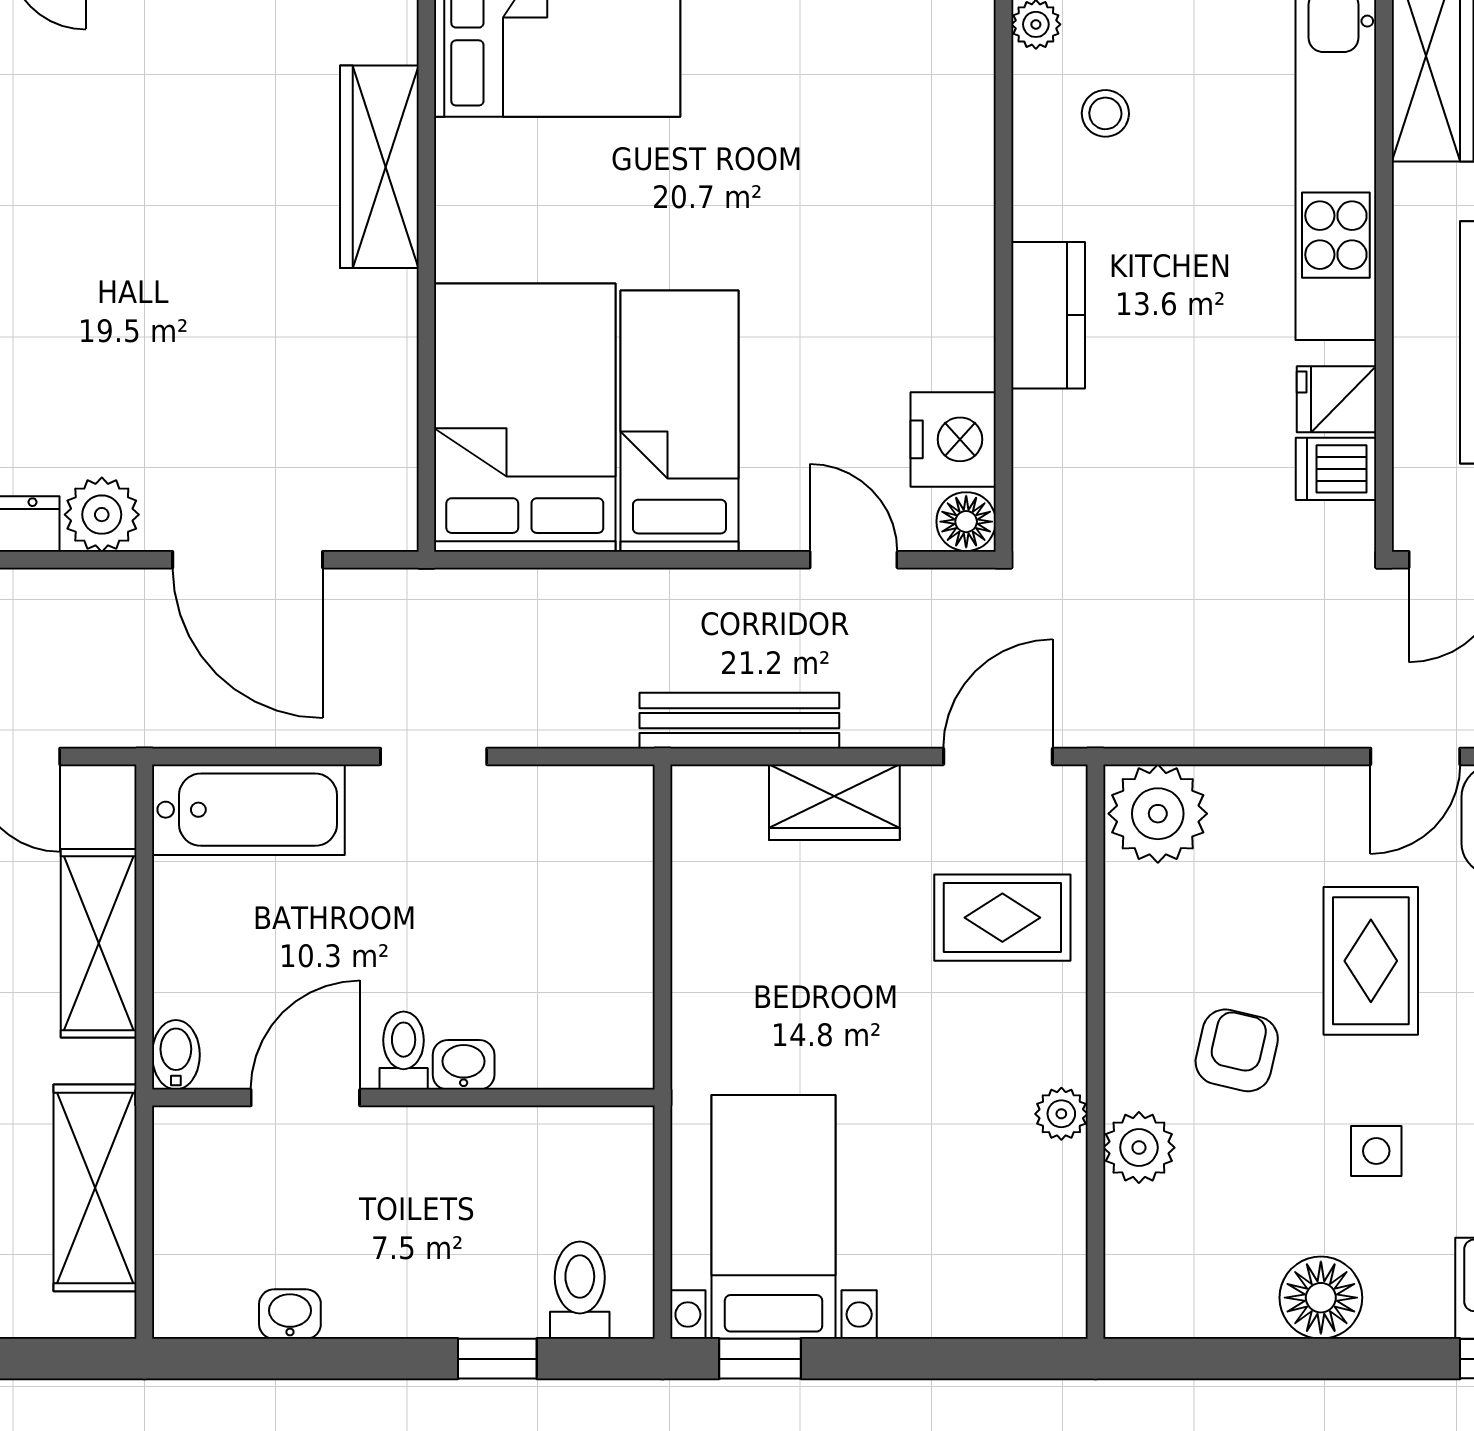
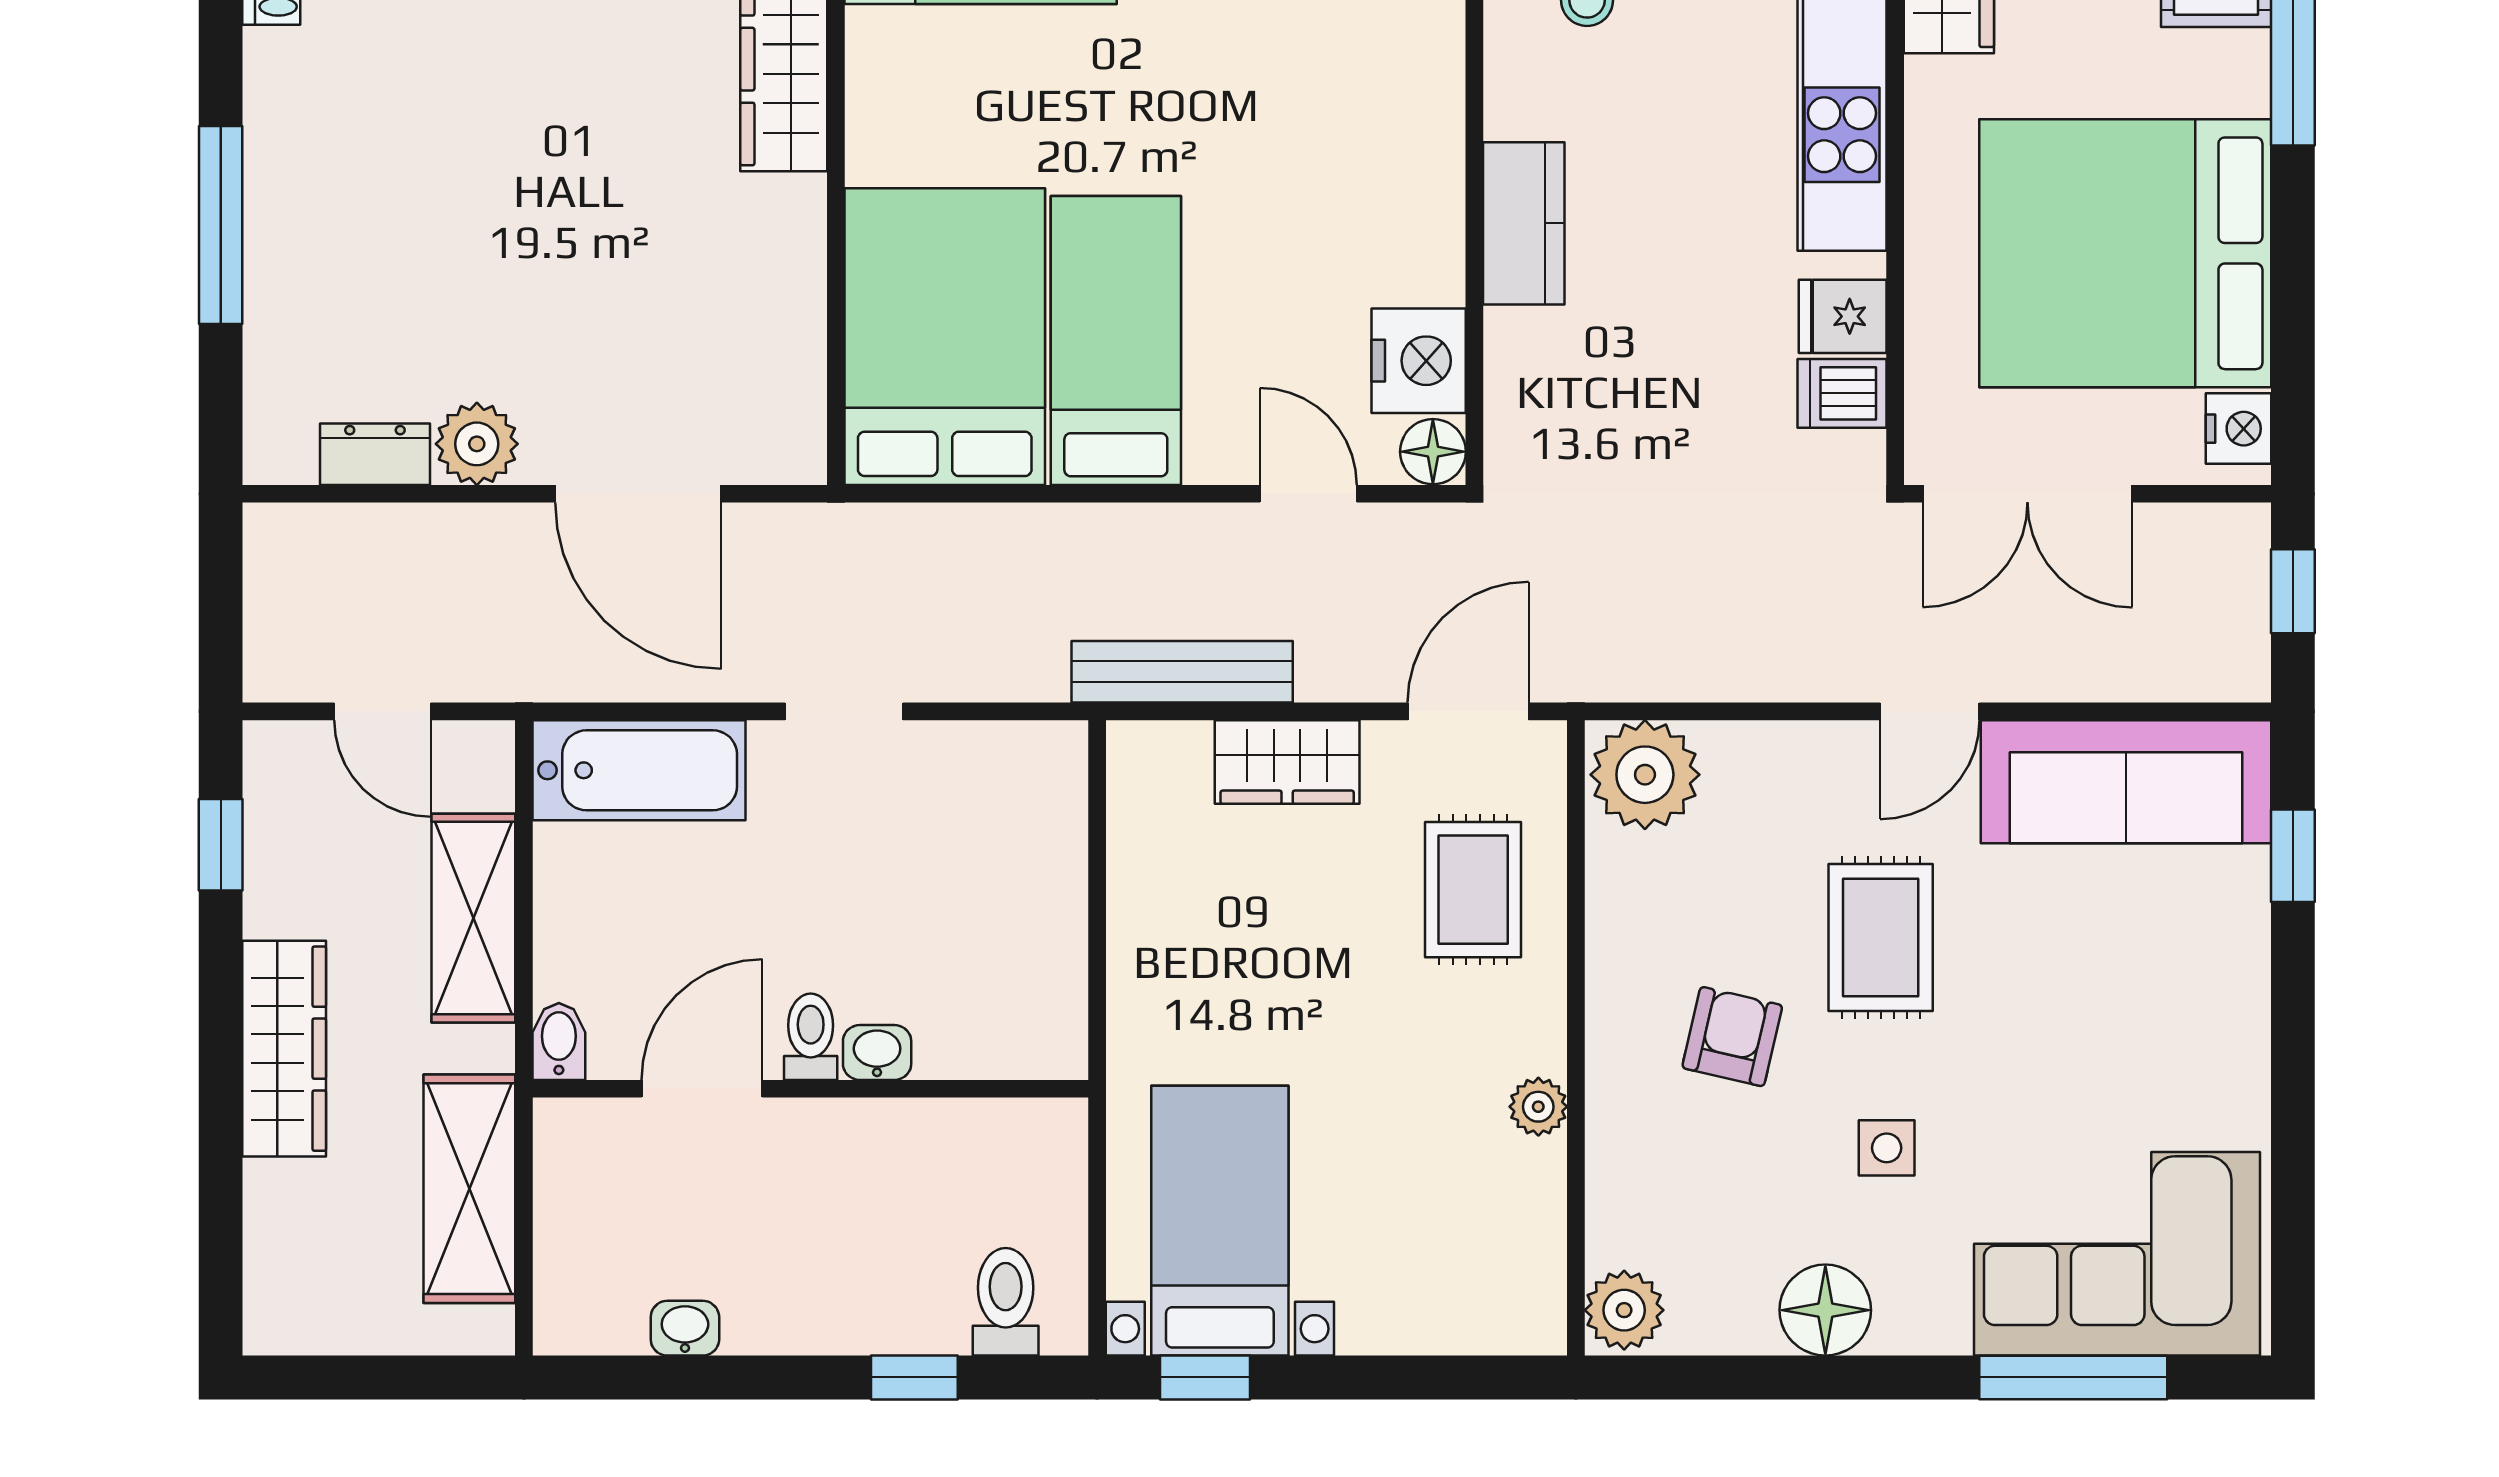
rug: (1002, 918) -> (1473, 890), turned 90
plant: (1139, 1148) -> (1624, 1310), moved

